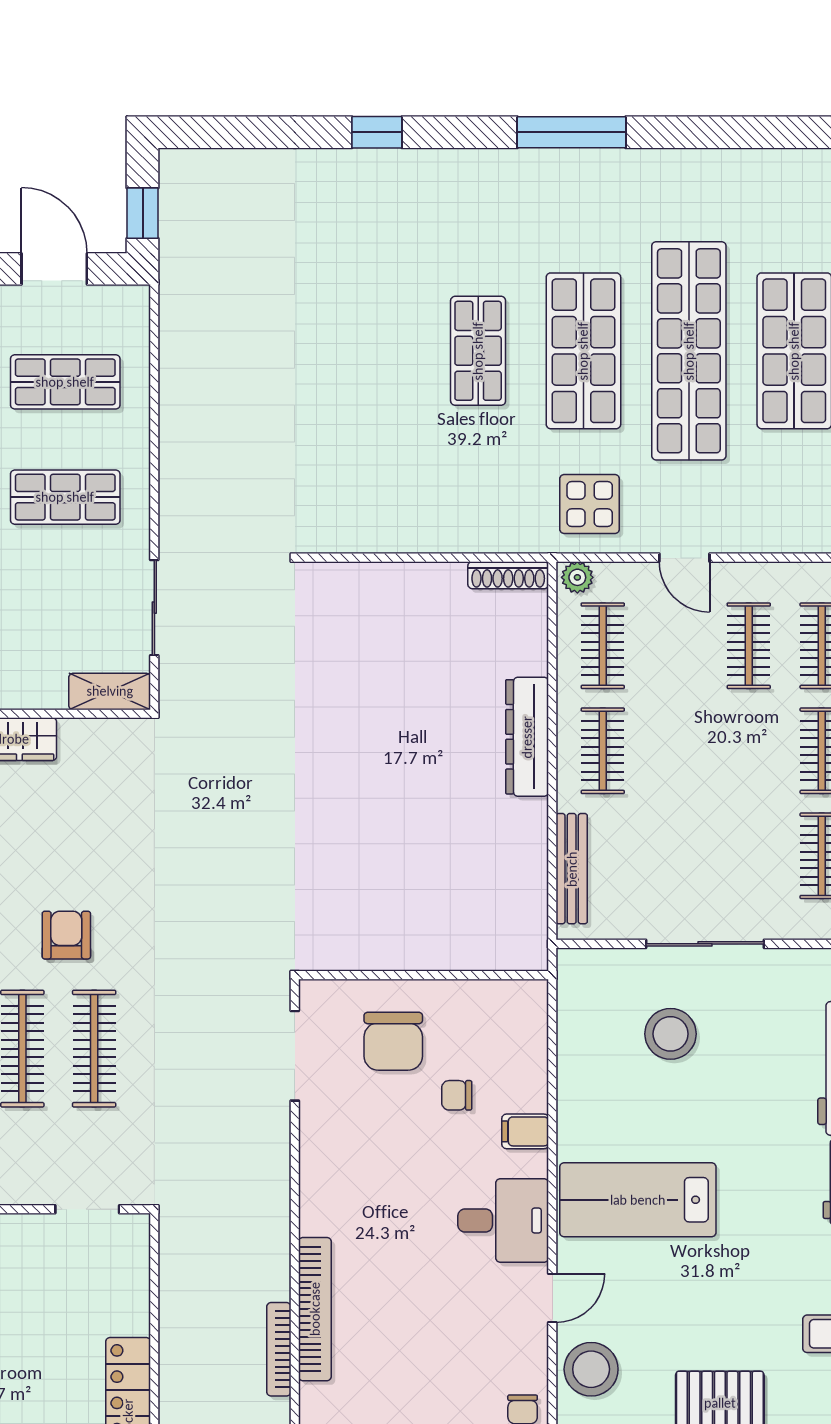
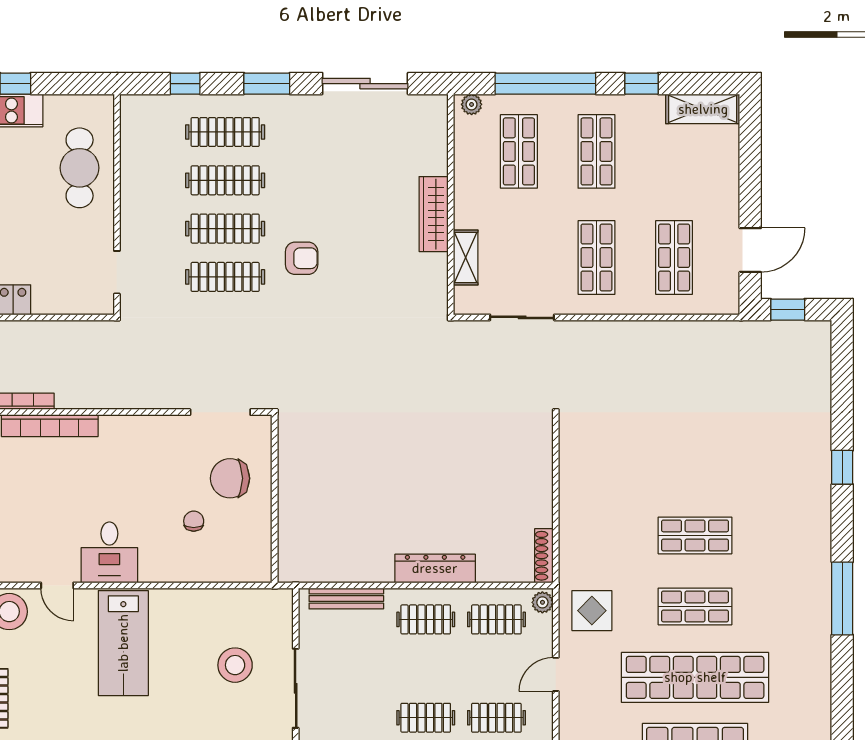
shop shelf: (583, 351) -> (695, 606), width x0.70, depth x0.74
shelving: (110, 691) -> (466, 257), moved
clothes rail: (749, 751) -> (426, 718), added
filing cabinet: (525, 1131) -> (169, 567), removed
lab bench: (638, 1200) -> (123, 643), turned 180

